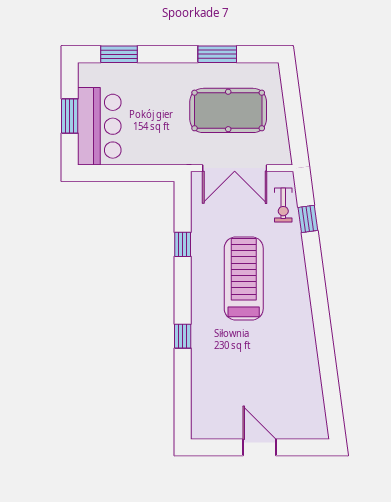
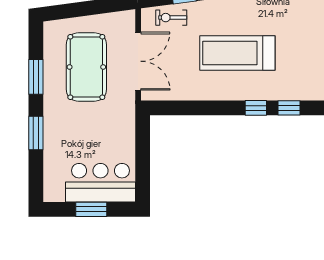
window: (119, 54) -> (36, 133), moved
exercise bike: (283, 205) -> (171, 18), turned 180
window: (183, 244) -> (256, 108), moved

